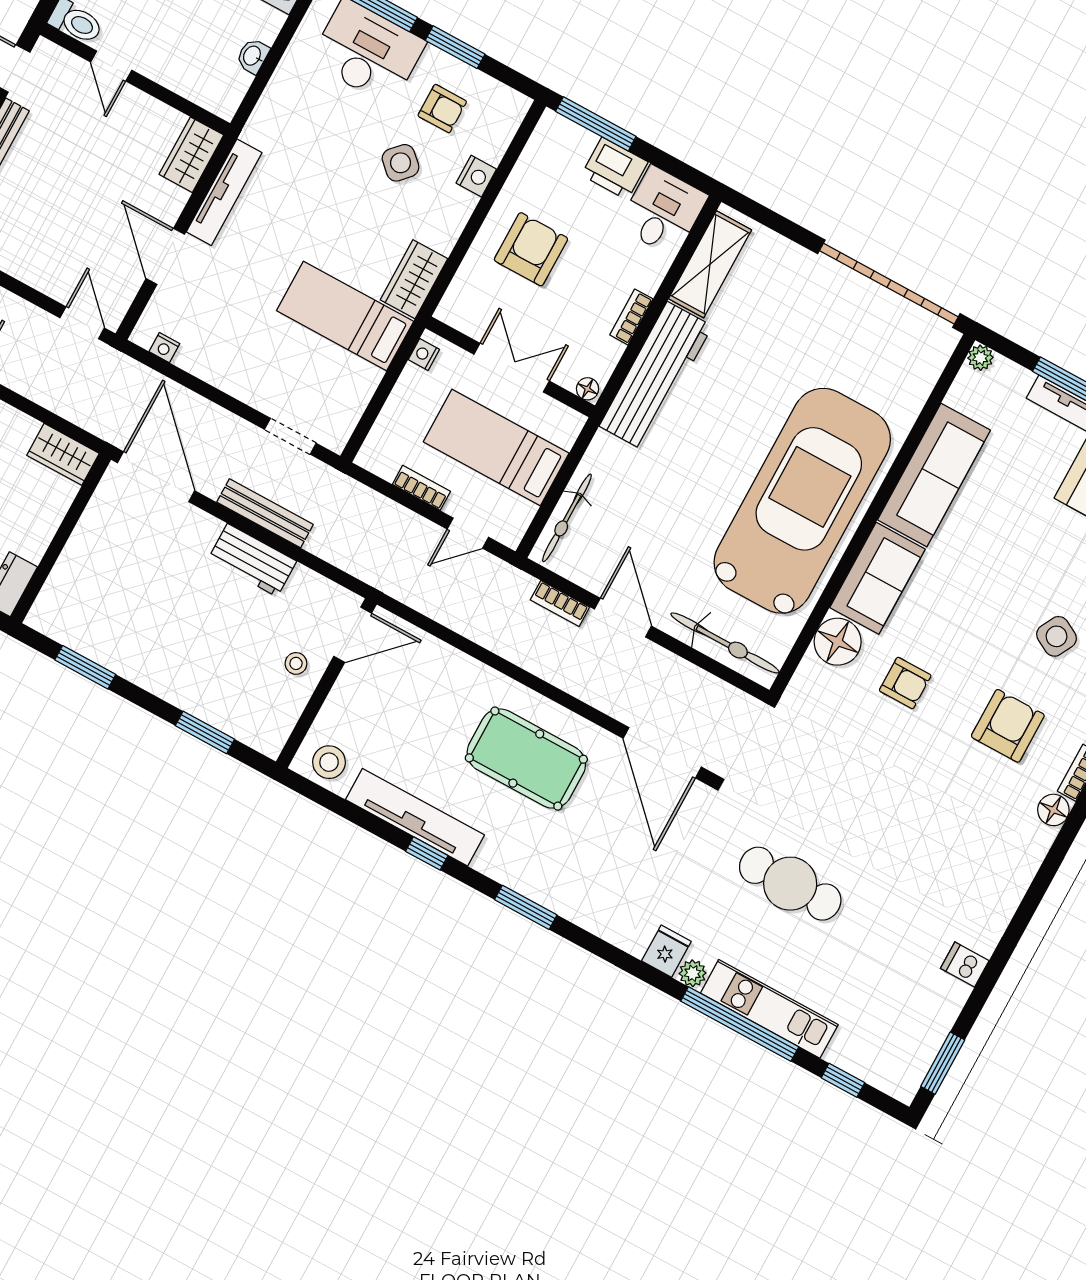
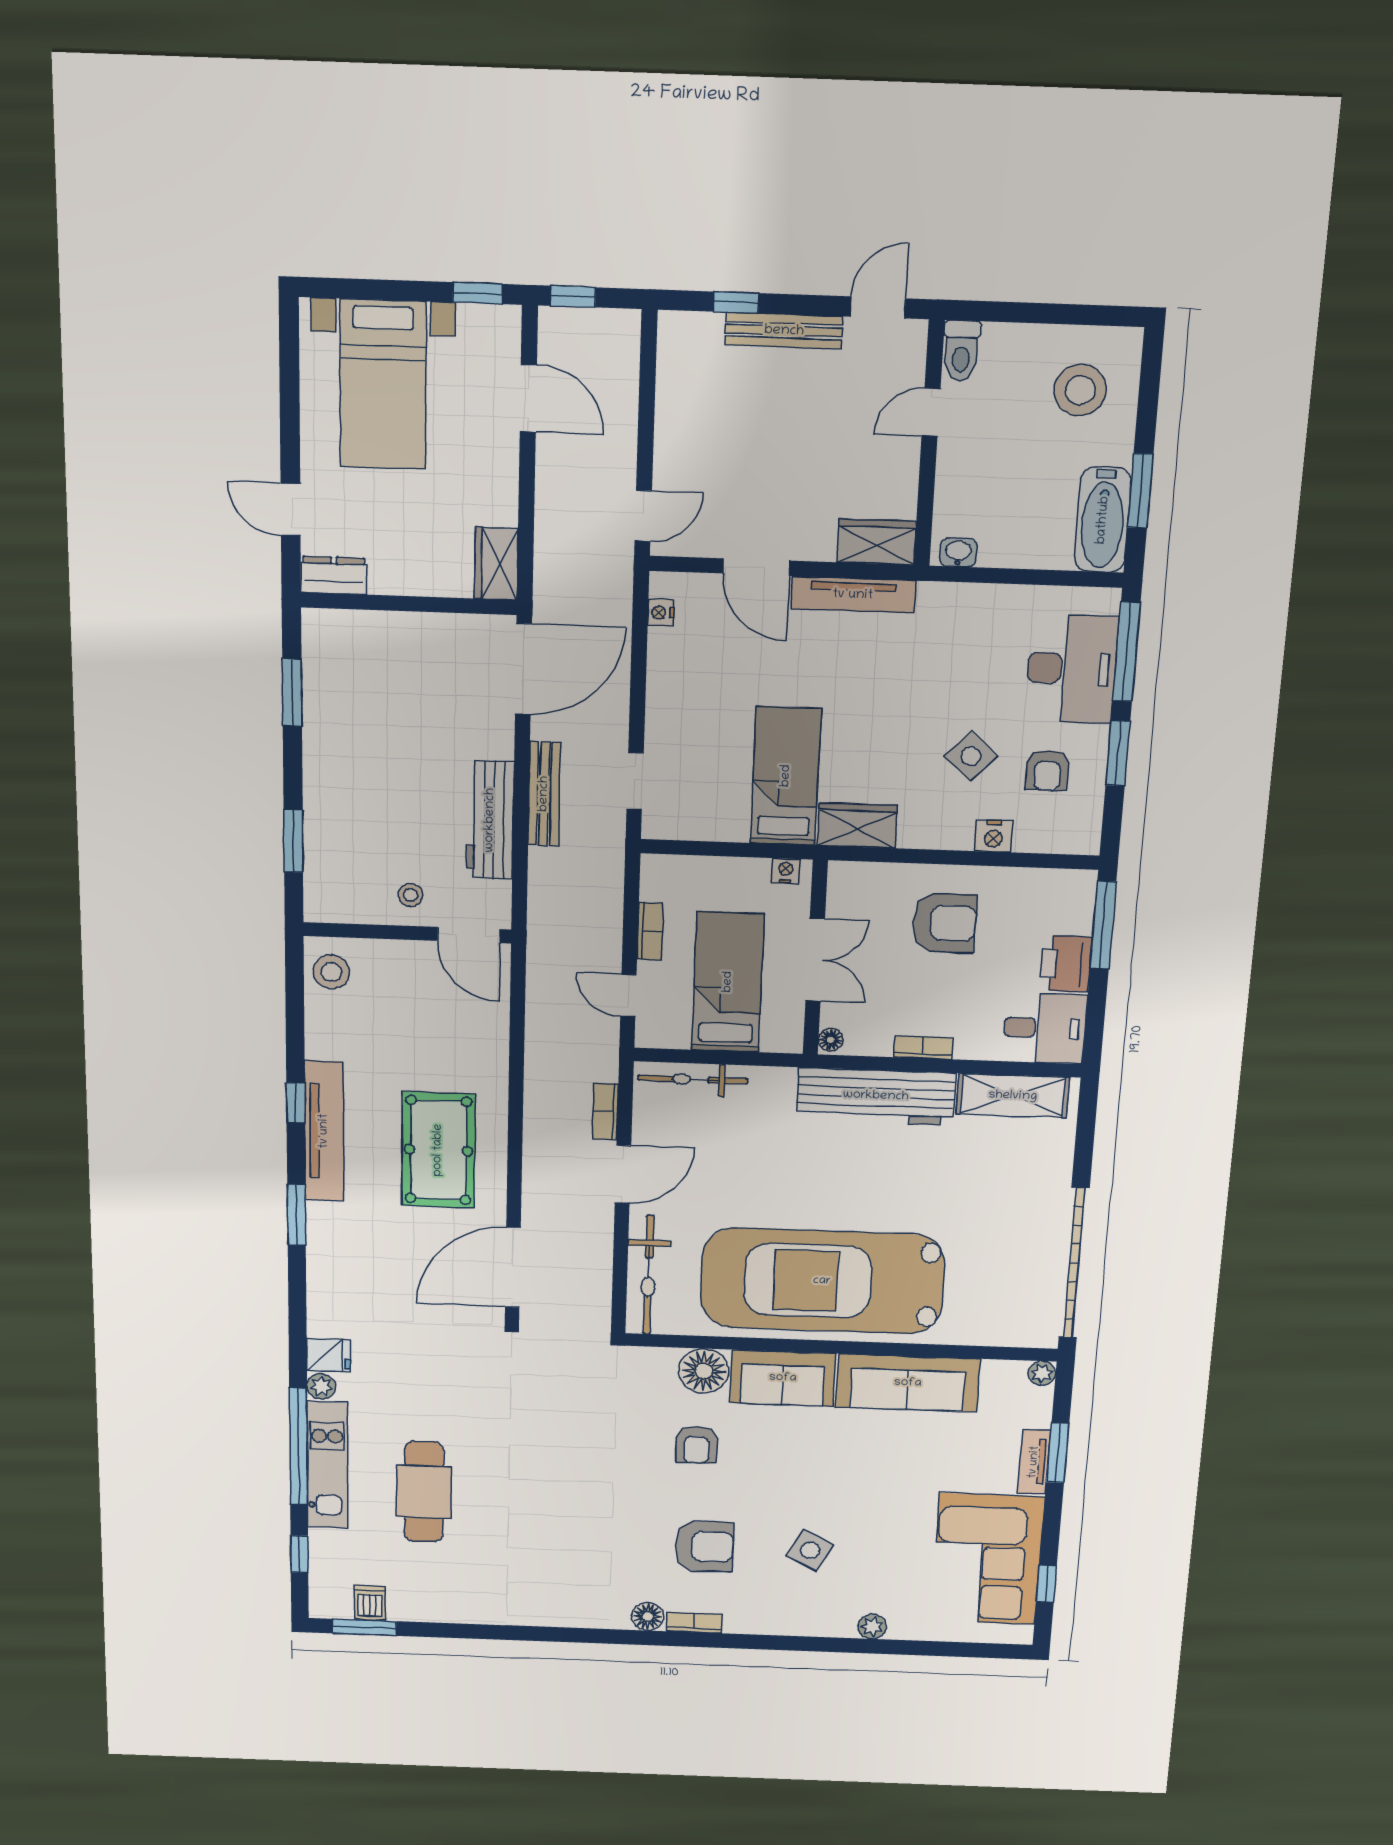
washbasin: (253, 56) -> (958, 552), moved
door: (165, 256) -> (756, 567), swing flipped
car: (802, 501) -> (822, 1281), turned 180
workbench: (252, 560) -> (490, 820), width x1.38
tv unit: (415, 817) -> (324, 1131), moved
cafe table: (790, 884) -> (424, 1492), moved
dishwasher: (965, 965) -> (370, 1603), moved

